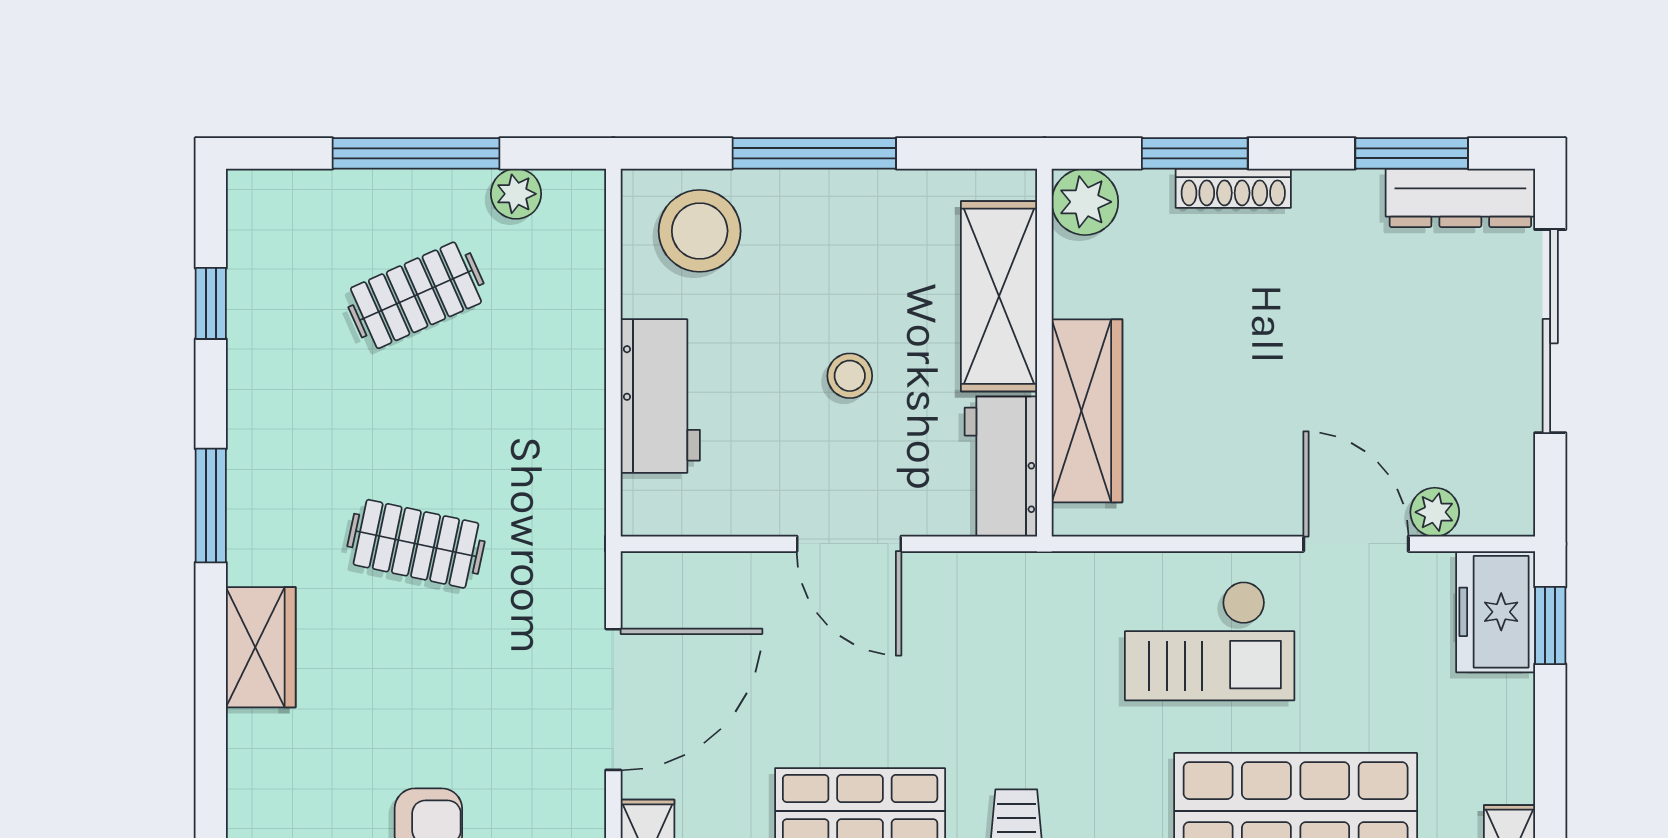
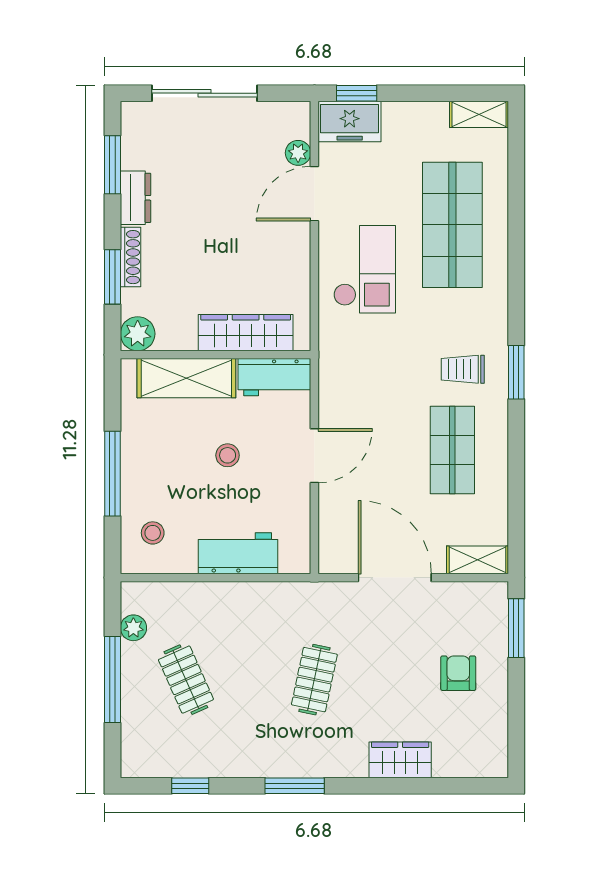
dresser: (1460, 198) -> (136, 198), moved, width x0.70
stool: (700, 231) -> (153, 533), width x0.53, depth x0.53
wardrobe: (261, 647) -> (400, 760), moved

